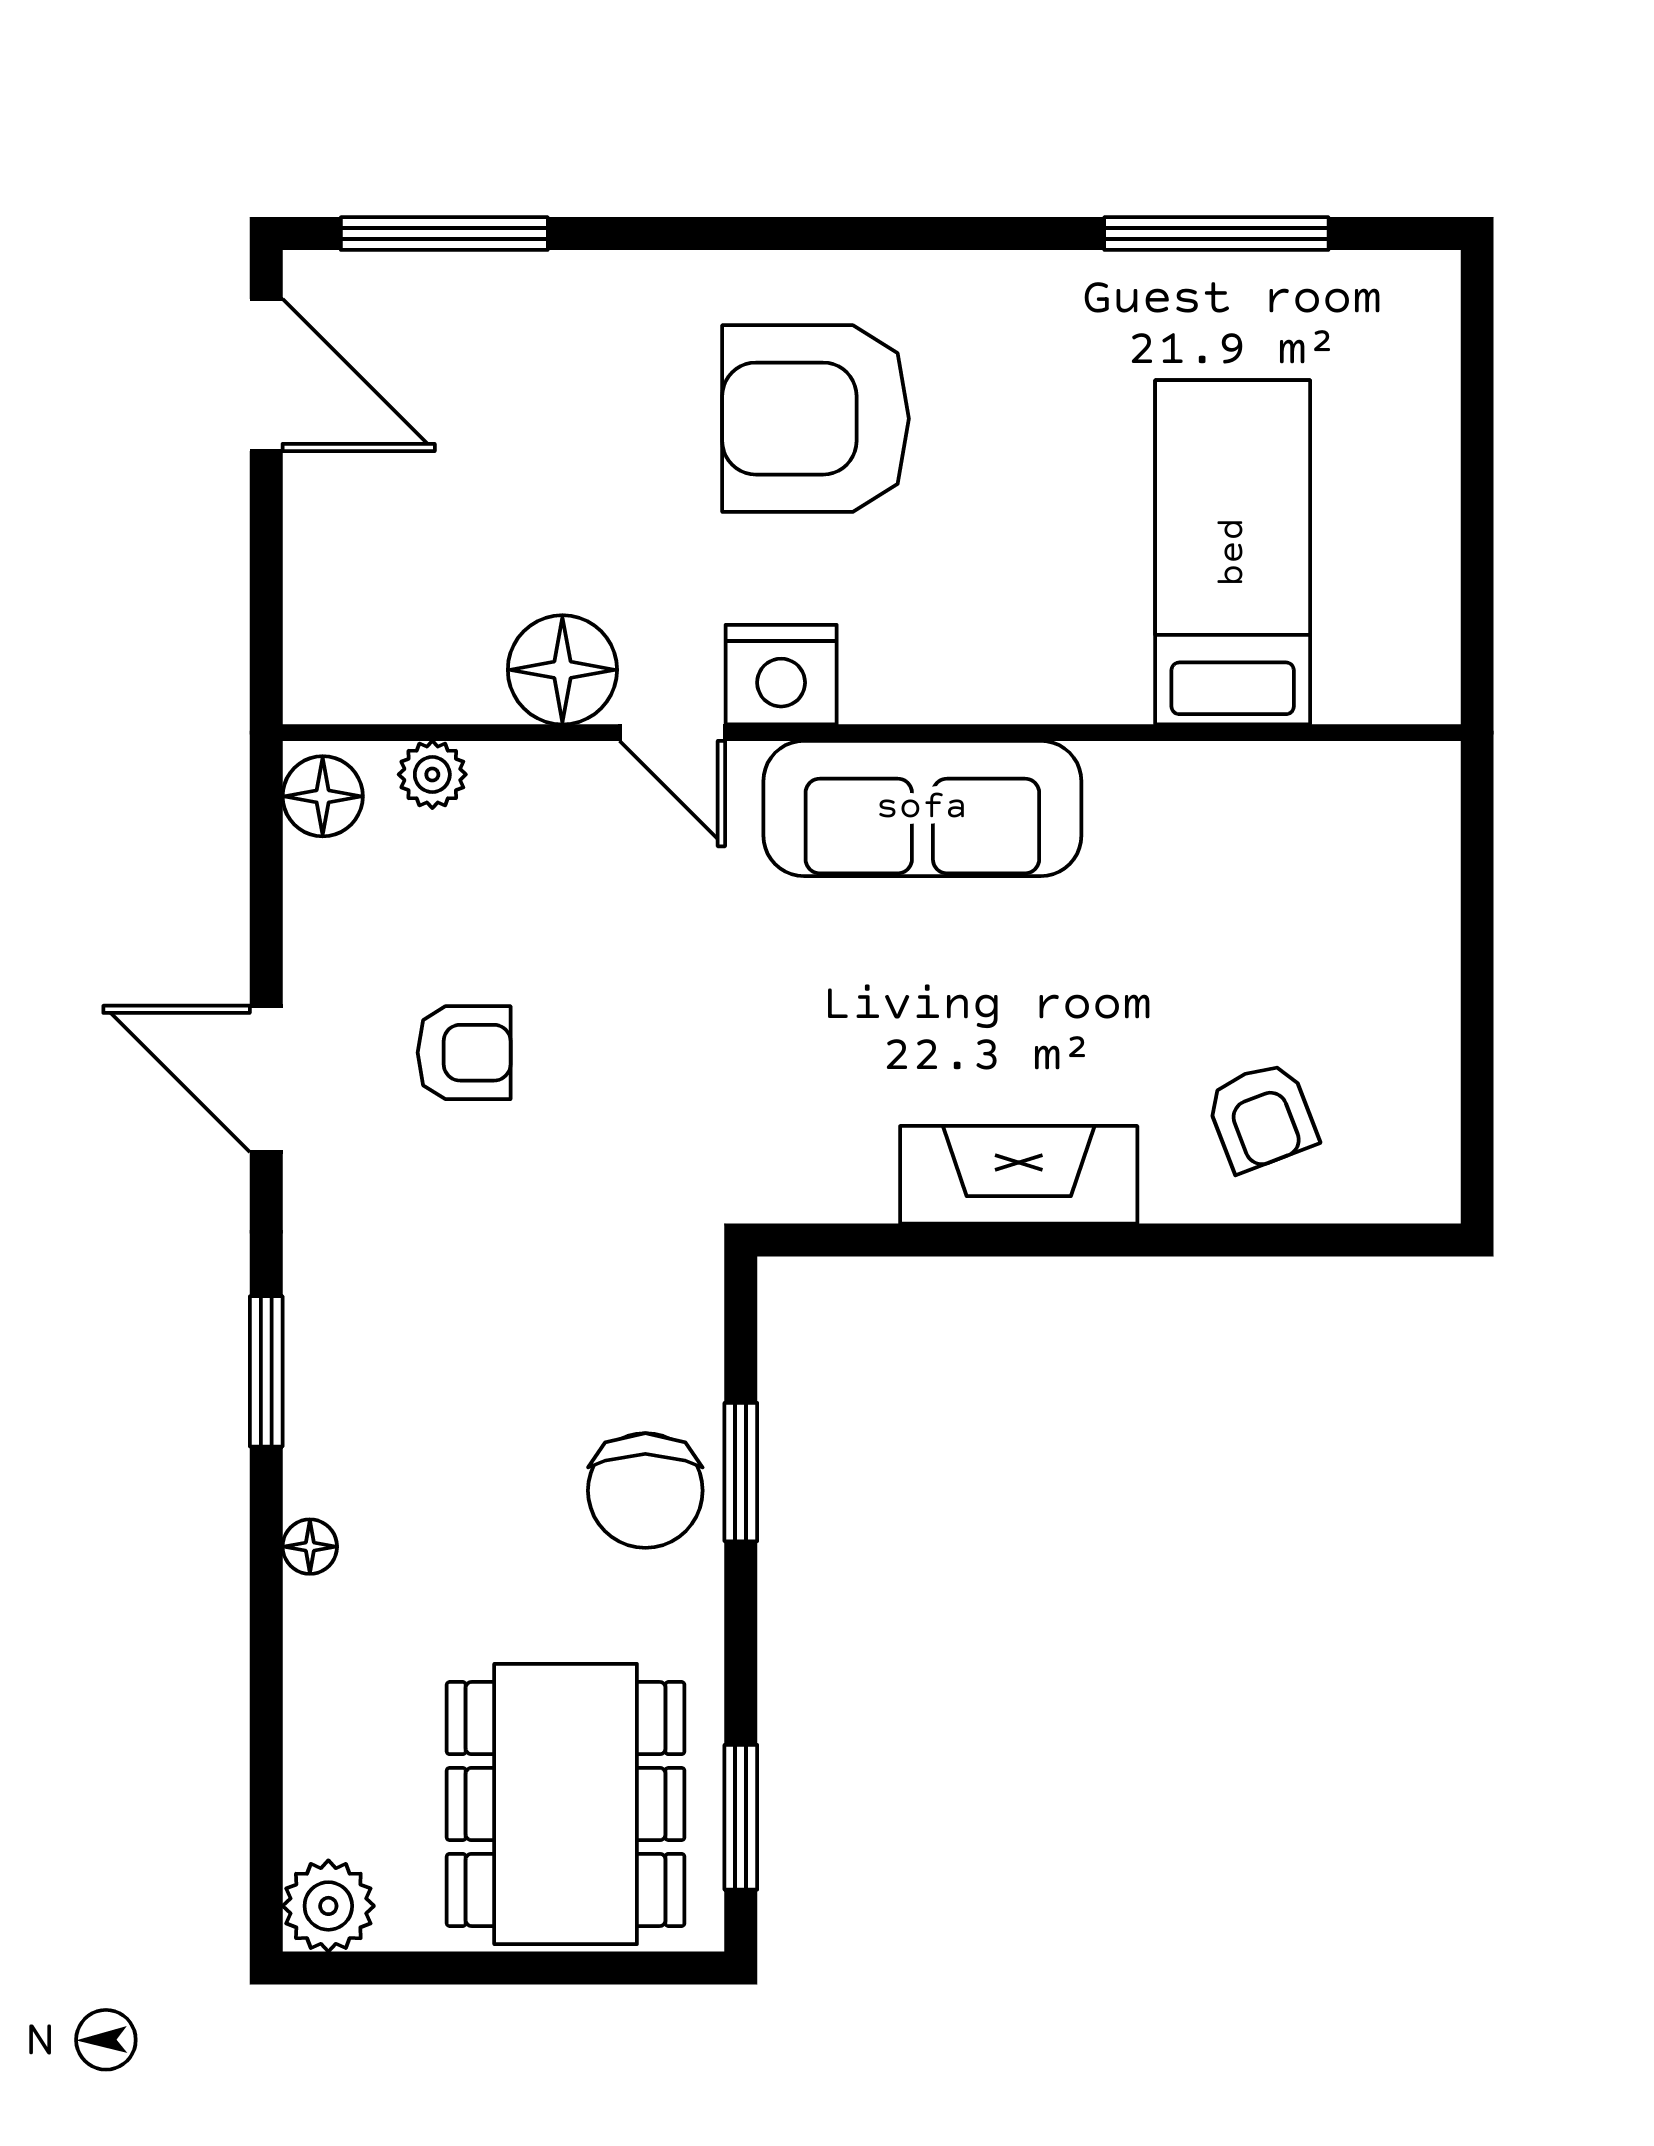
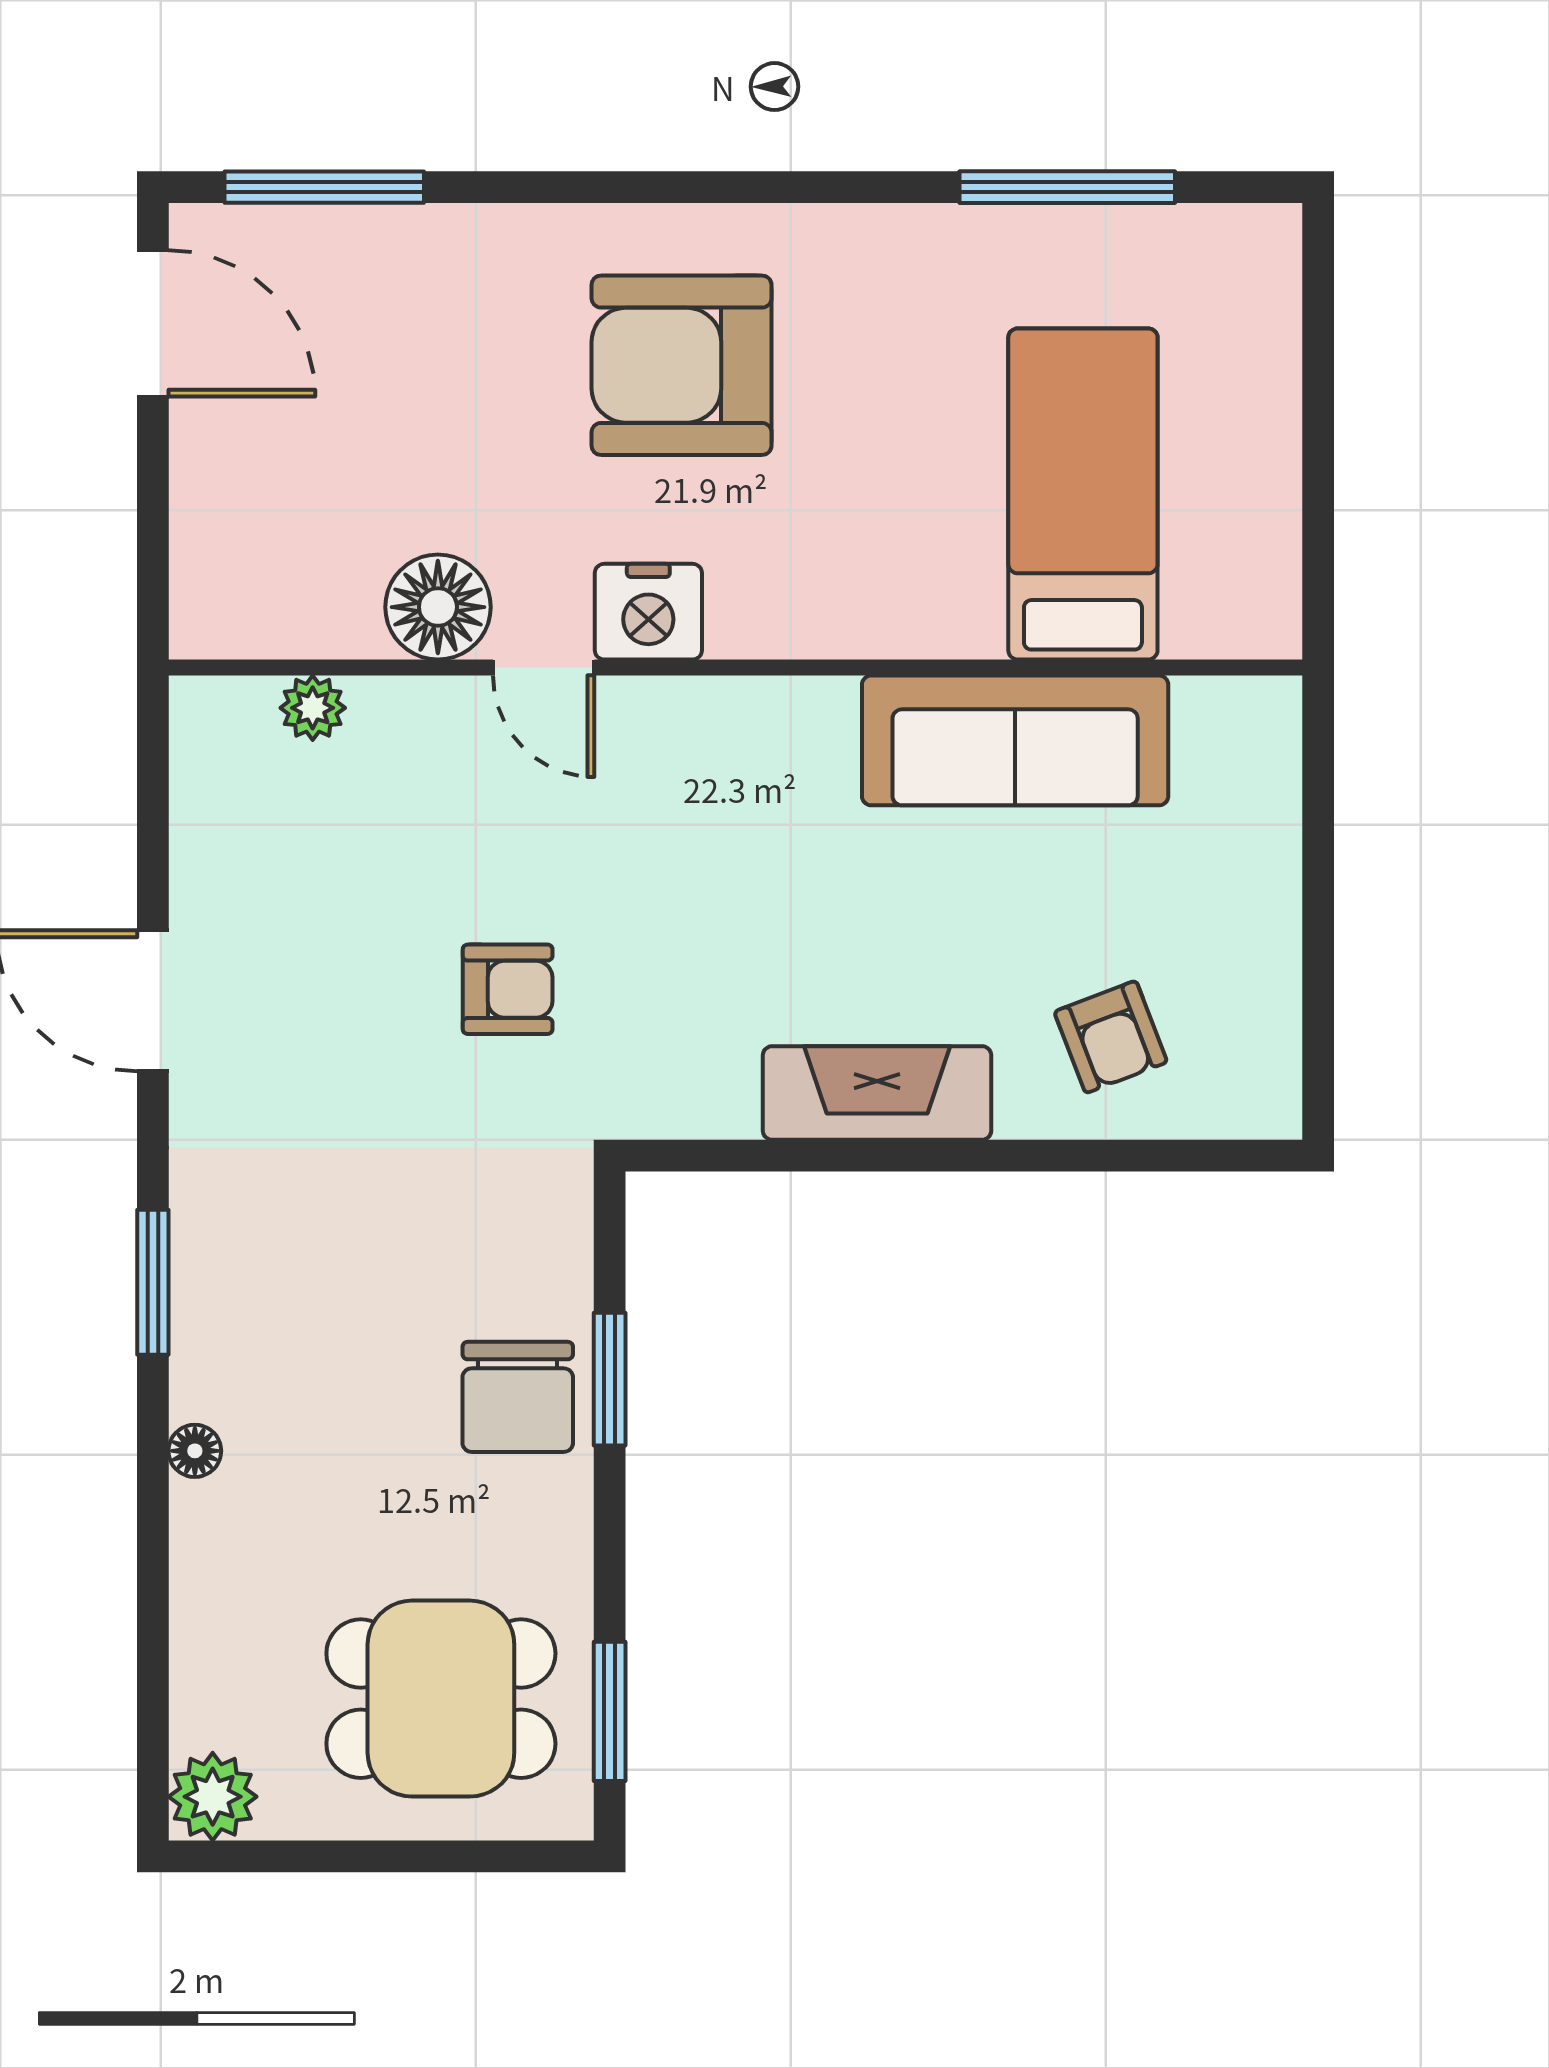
floor lamp: (323, 796) -> (207, 729), removed
sofa: (922, 808) -> (1015, 740), moved
armchair: (464, 1053) -> (508, 989), moved
dining table: (566, 1804) -> (441, 1699), width x0.73

